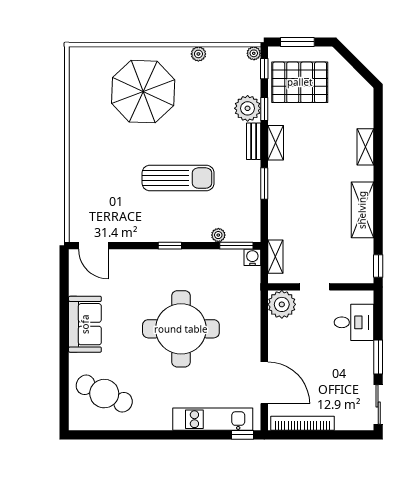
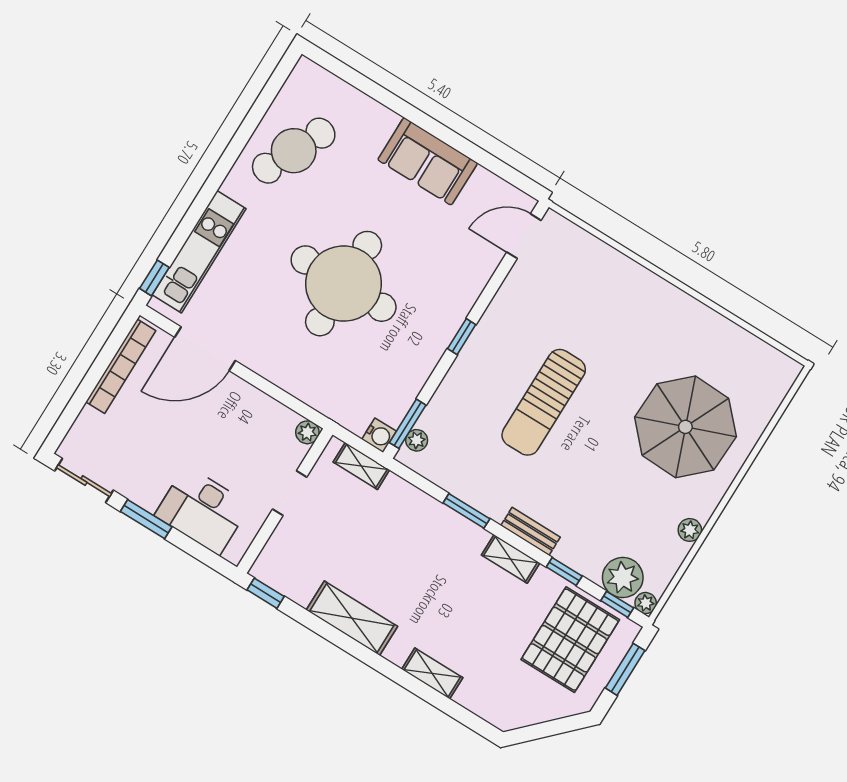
plant: (248, 108) -> (623, 578), moved
plant: (218, 235) -> (417, 440), moved
plant: (282, 304) -> (307, 432), width x0.53, depth x0.53
desk: (354, 322) -> (202, 510), width x1.37
cafe table: (104, 394) -> (294, 151), moved

